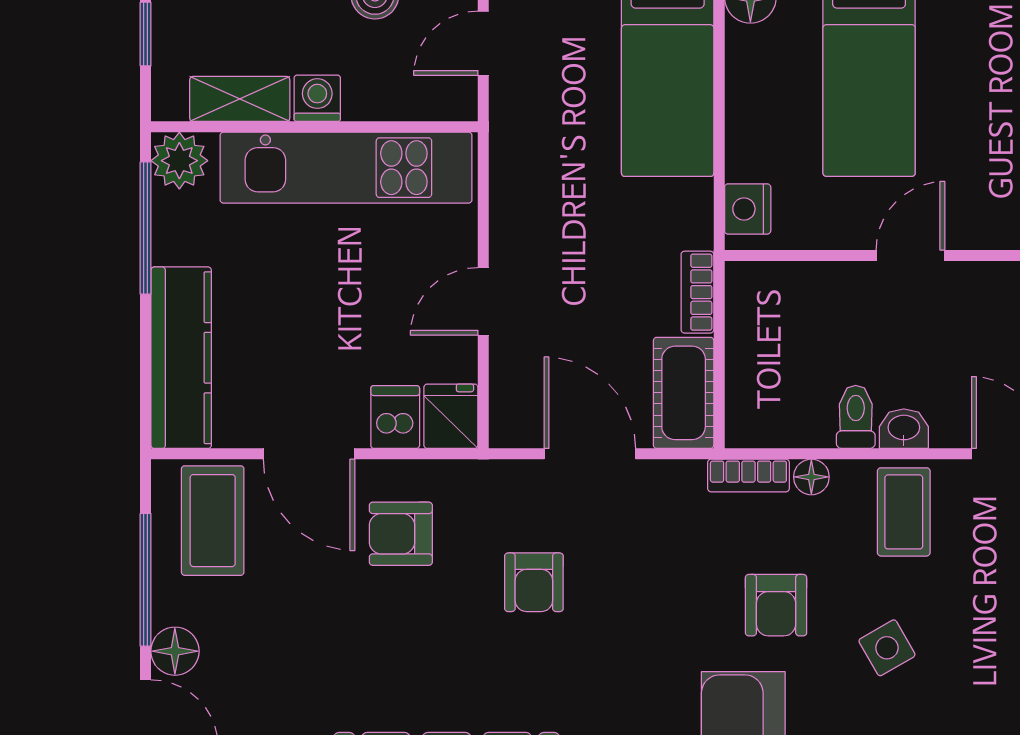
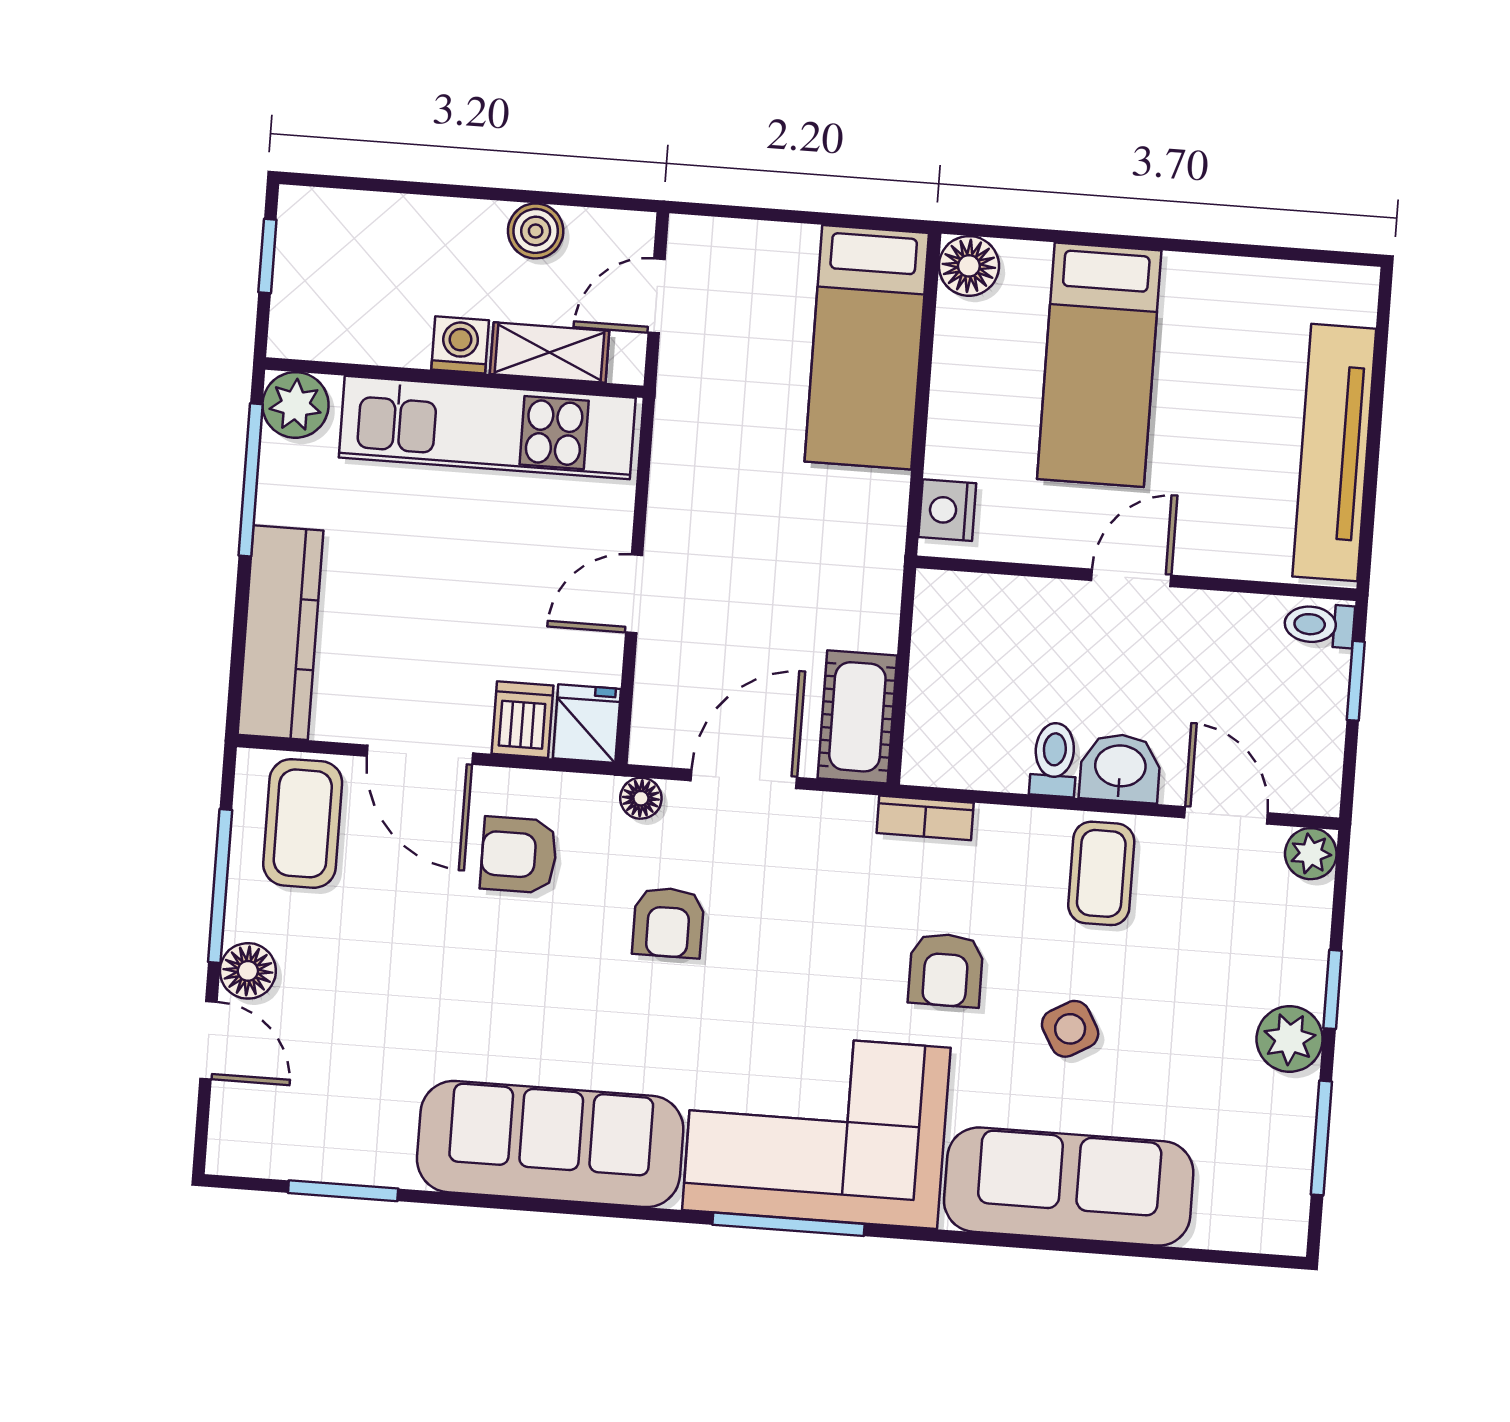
shelving: (240, 99) -> (550, 352), moved
bookcase: (697, 292) -> (882, 602), removed
washbasin: (904, 429) -> (1120, 768), width x1.38, depth x1.45
door: (590, 454) -> (744, 779), hinge flipped
floor lamp: (811, 477) -> (641, 798), moved

